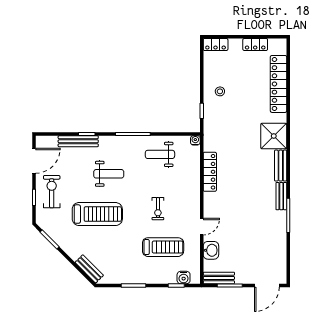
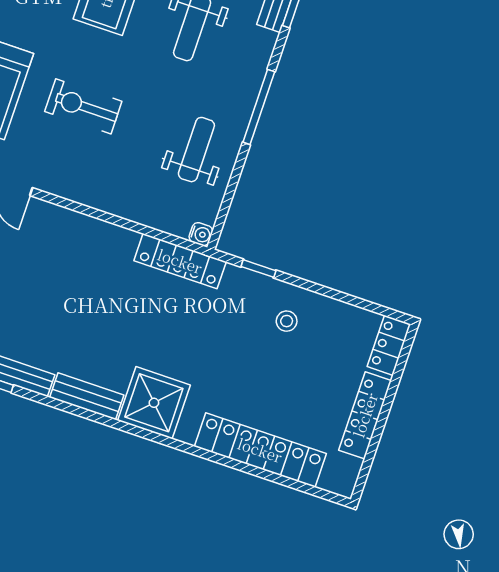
locker: (255, 44) -> (365, 415), width x1.53
locker: (210, 172) -> (180, 261), moved
exercise bike: (158, 209) -> (83, 106), width x1.38, depth x1.39

